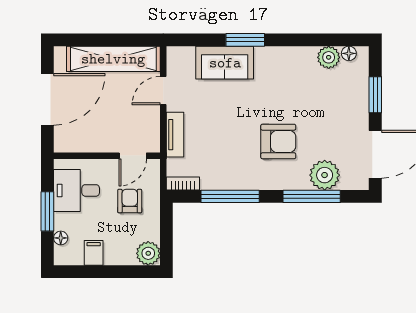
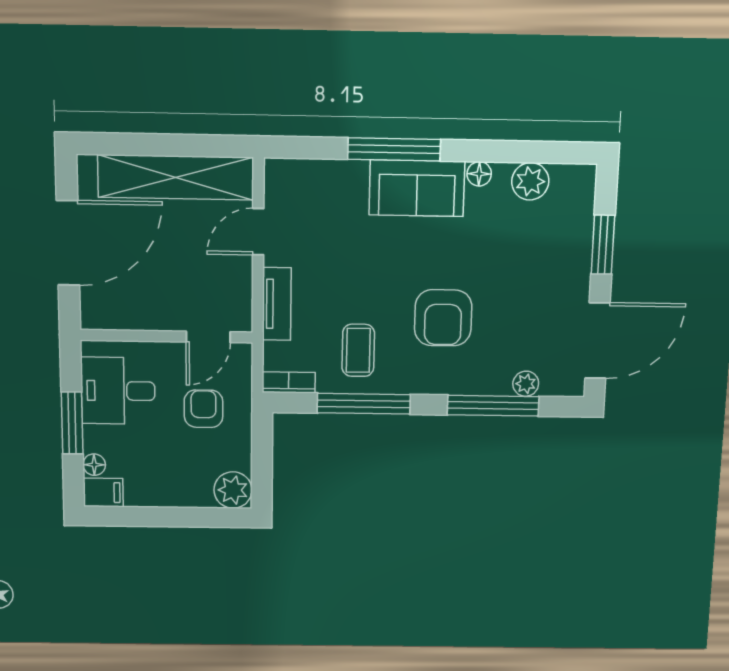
window: (245, 40) -> (394, 149), width x1.44
floor lamp: (349, 53) -> (479, 174), moved
sofa: (225, 63) -> (417, 188), moved
armchair: (278, 141) -> (443, 318), turned 90
coffee table: (226, 163) -> (358, 350), added
plant: (325, 175) -> (526, 384), width x0.53, depth x0.53
filing cabinet: (94, 253) -> (103, 492), moved, turned 90

